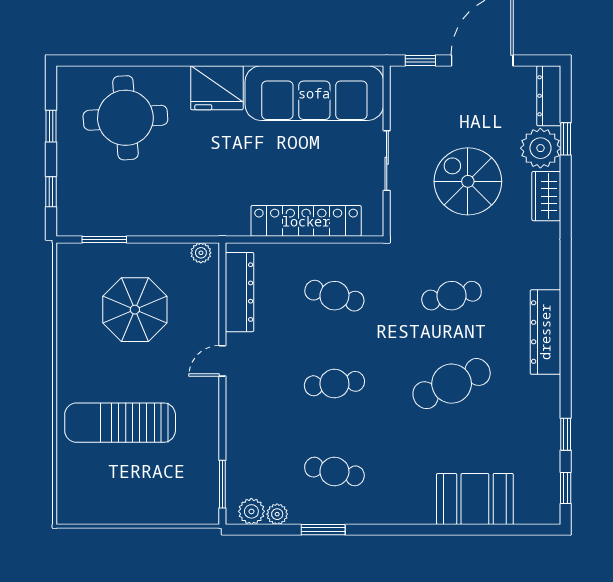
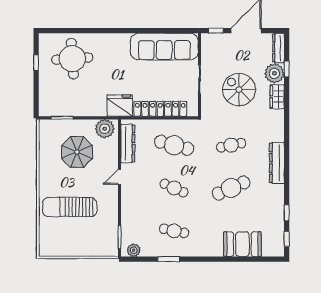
fridge: (217, 88) -> (120, 106), moved, turned 180
window: (51, 192) -> (36, 95), removed
plant: (201, 253) -> (105, 129), width x1.88, depth x1.88
cafe table: (334, 296) -> (174, 145), width x1.37, depth x1.35
cafe table: (334, 384) -> (174, 188), turned 30
plant: (277, 514) -> (146, 252), removed

